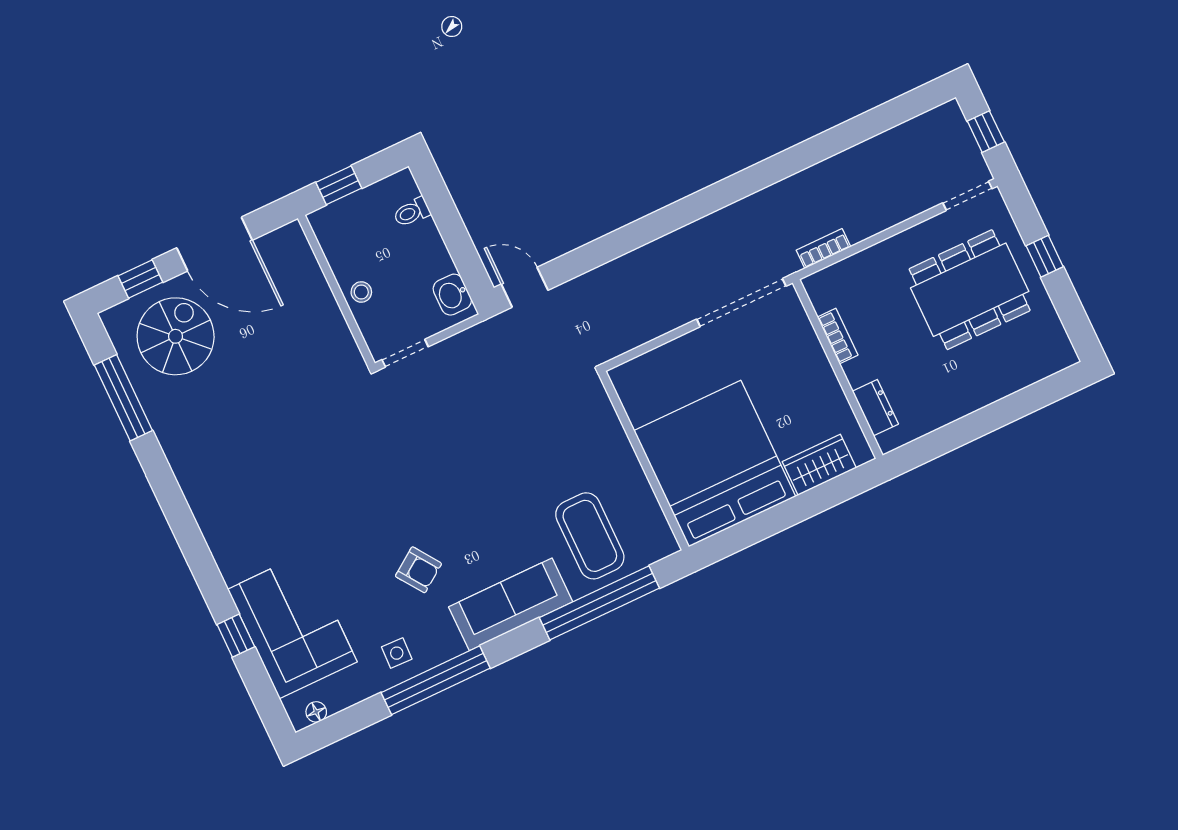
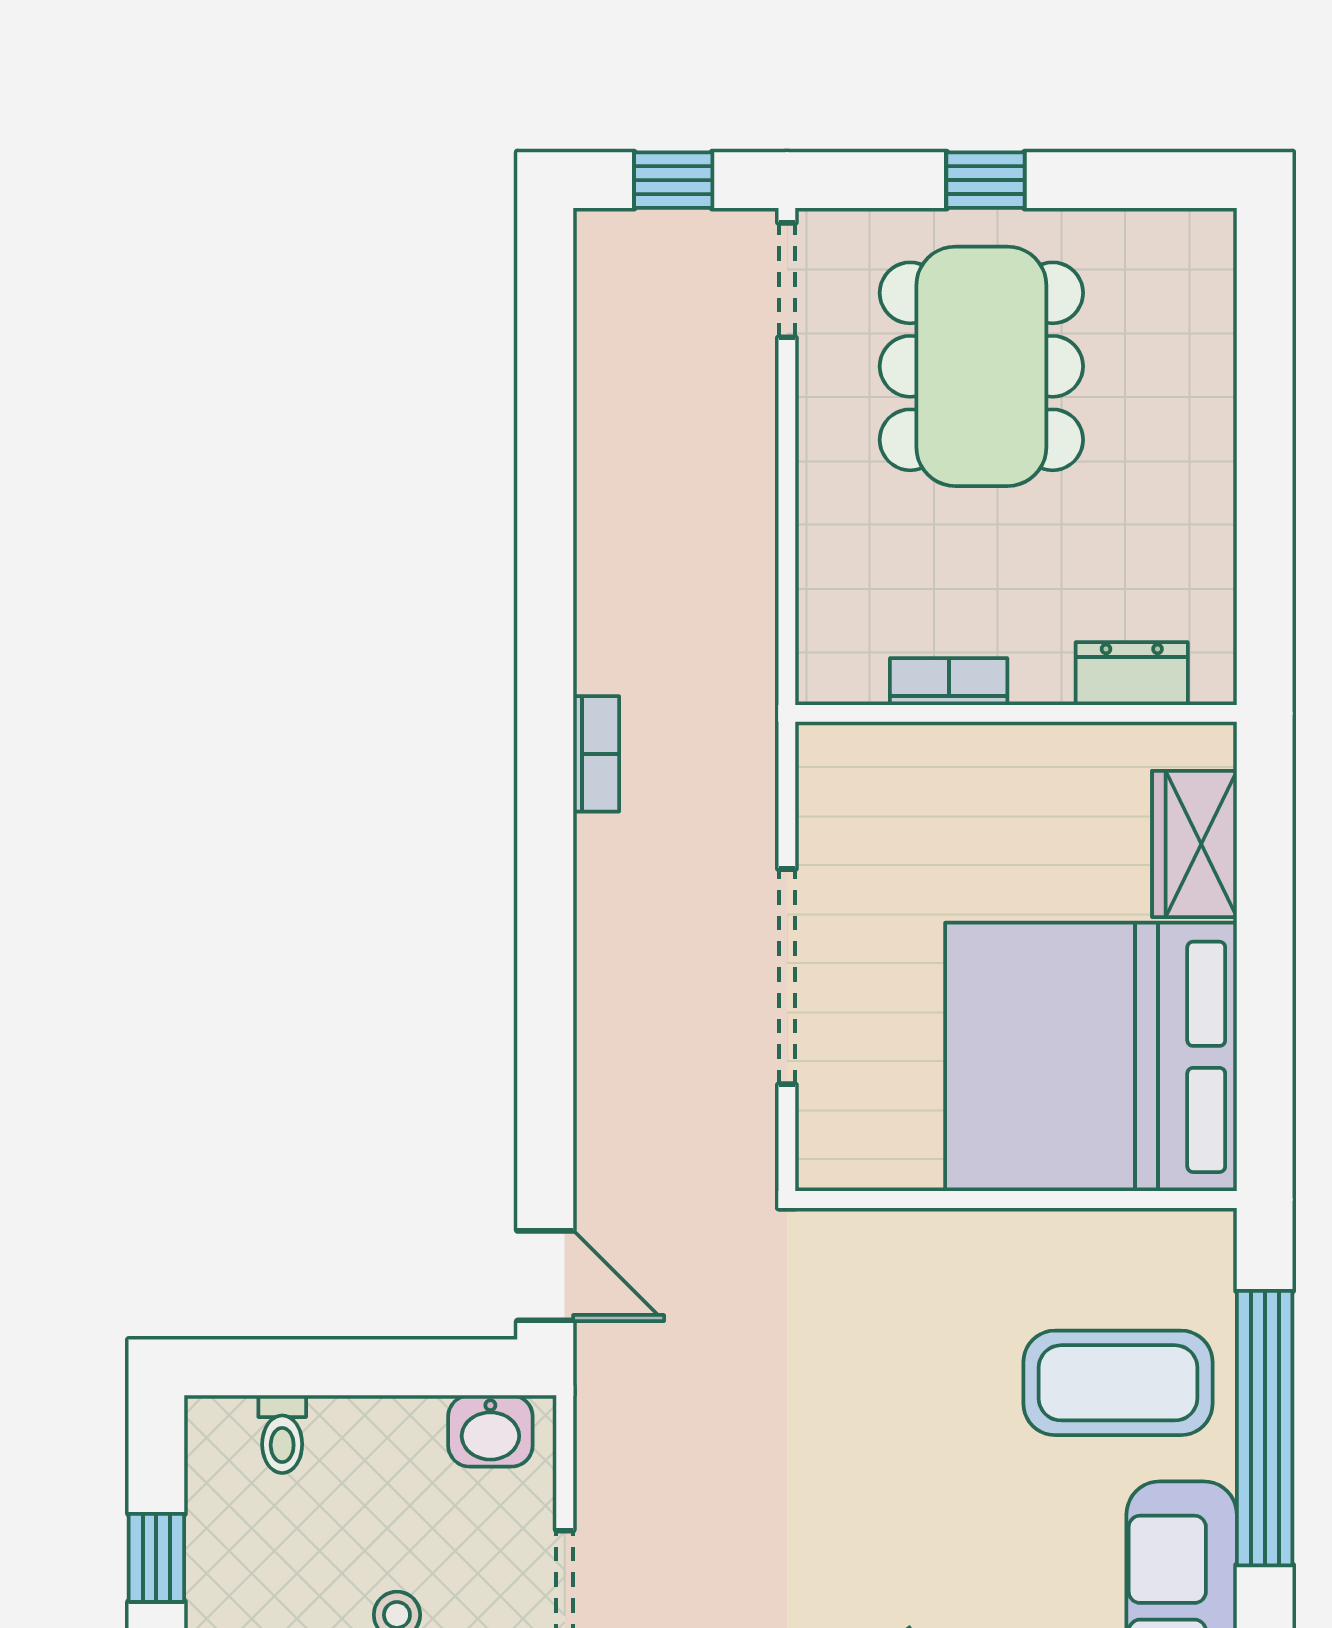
bookcase: (823, 249) -> (596, 754), moved, turned 180
door: (525, 287) -> (545, 1276), swing flipped
doorway: (741, 303) -> (787, 977), moved

